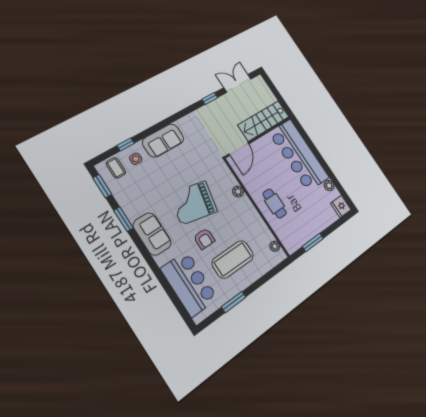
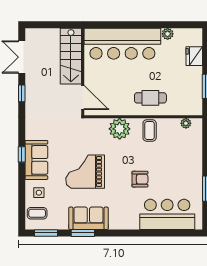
window: (126, 144) -> (22, 154), moved
plant: (238, 192) -> (120, 129), width x1.88, depth x1.88
grand piano: (193, 203) -> (85, 172), moved, turned 78
fridge: (341, 206) -> (194, 56), moved, turned 90
sofa: (152, 234) -> (88, 218), moved
coffee table: (233, 259) -> (150, 130), moved, width x0.54, depth x0.58

